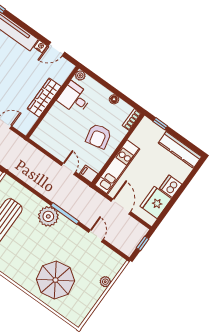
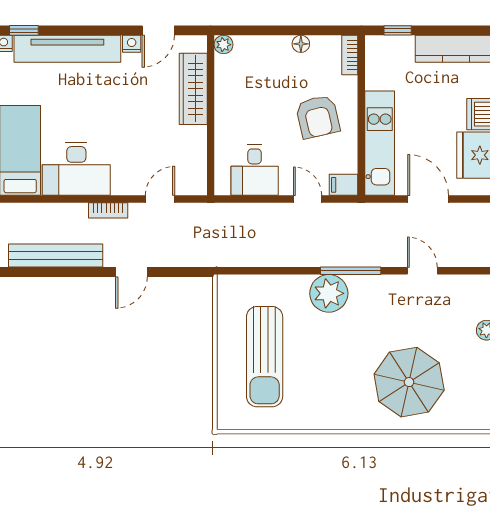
wardrobe: (44, 98) -> (193, 89), moved
desk: (74, 98) -> (255, 170), moved, turned -90

